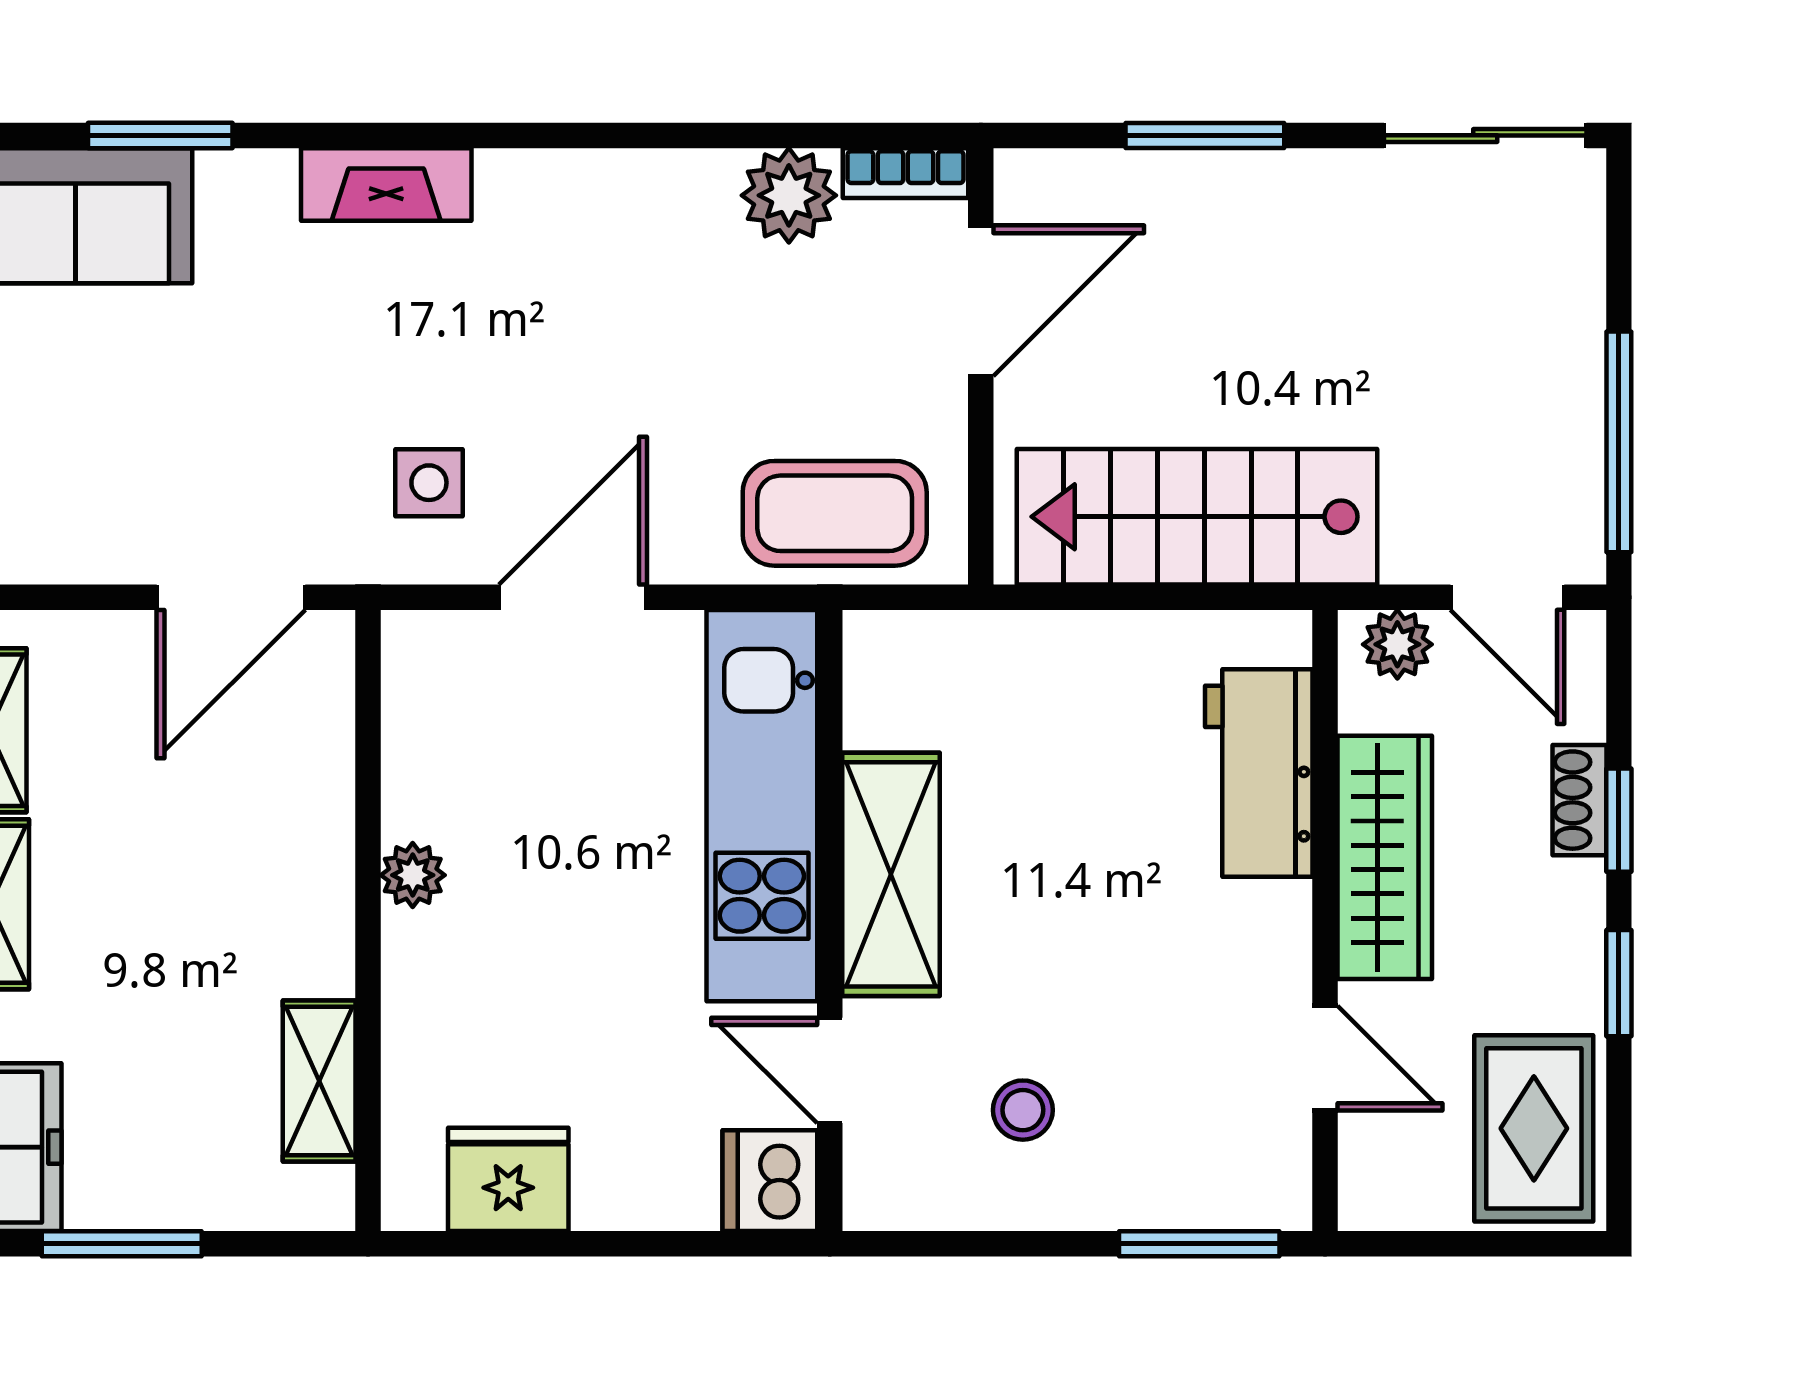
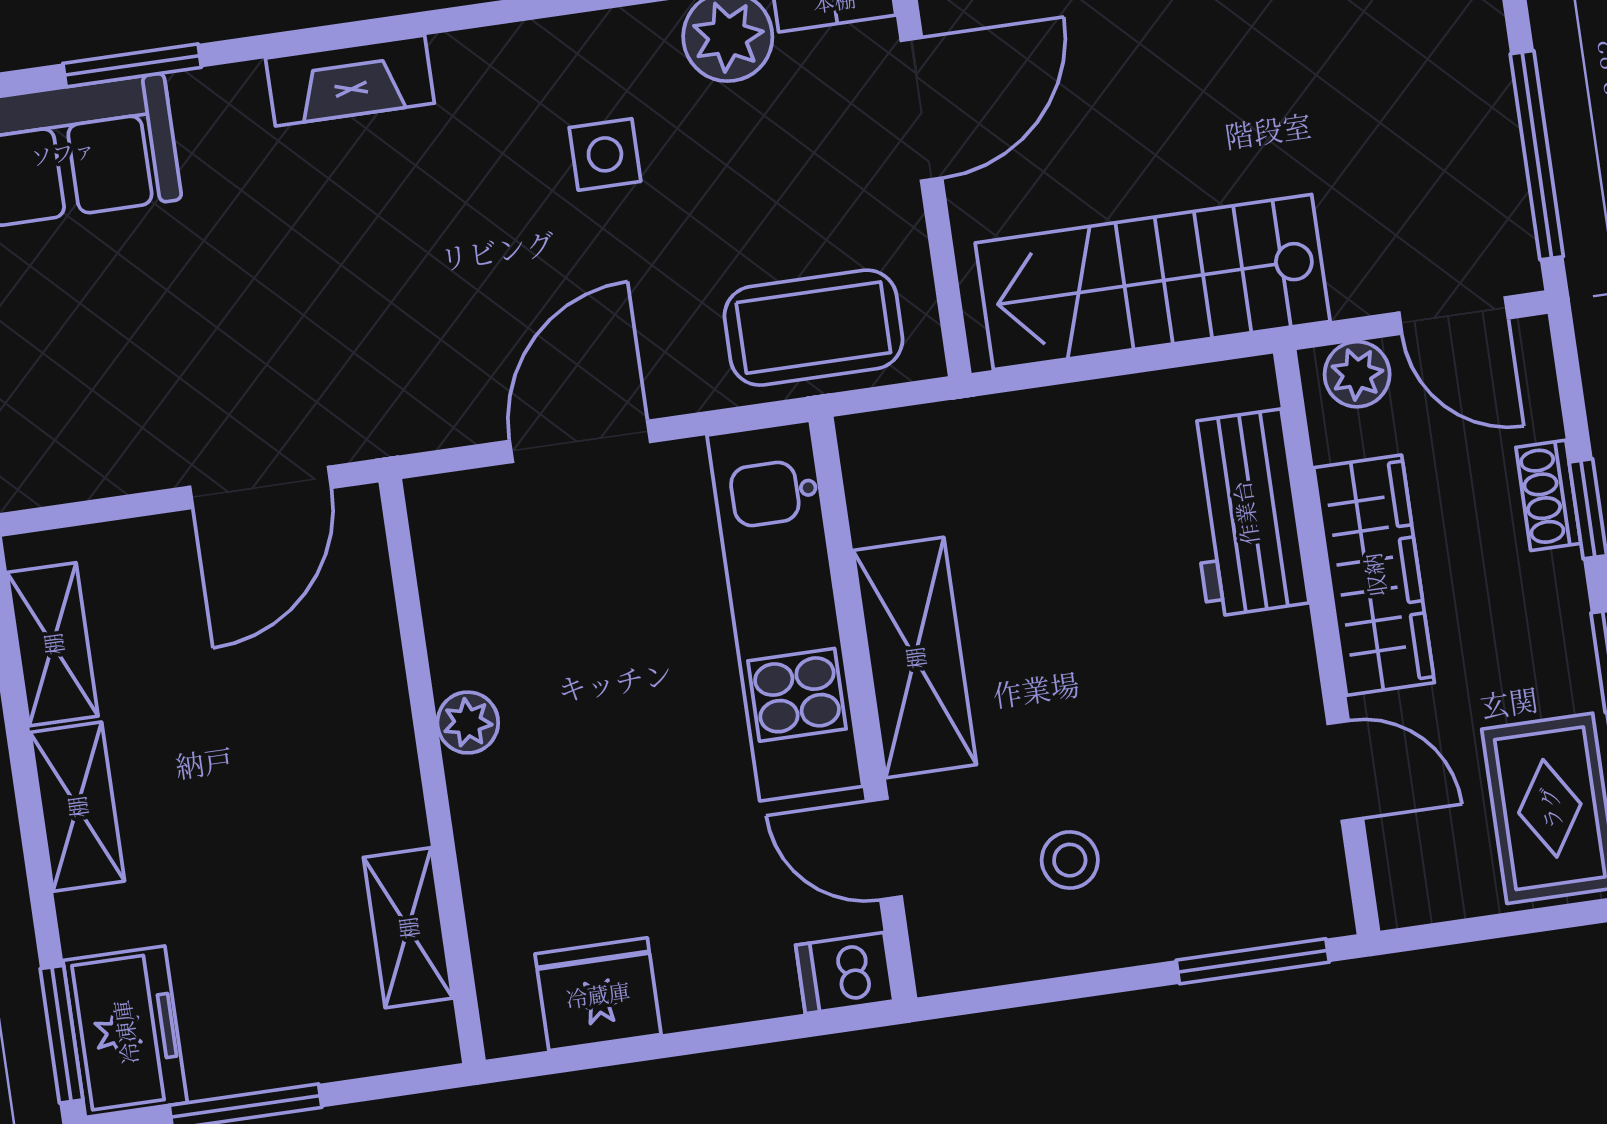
side table: (429, 483) -> (605, 154), moved
dishwasher: (770, 1181) -> (845, 973), width x0.73

